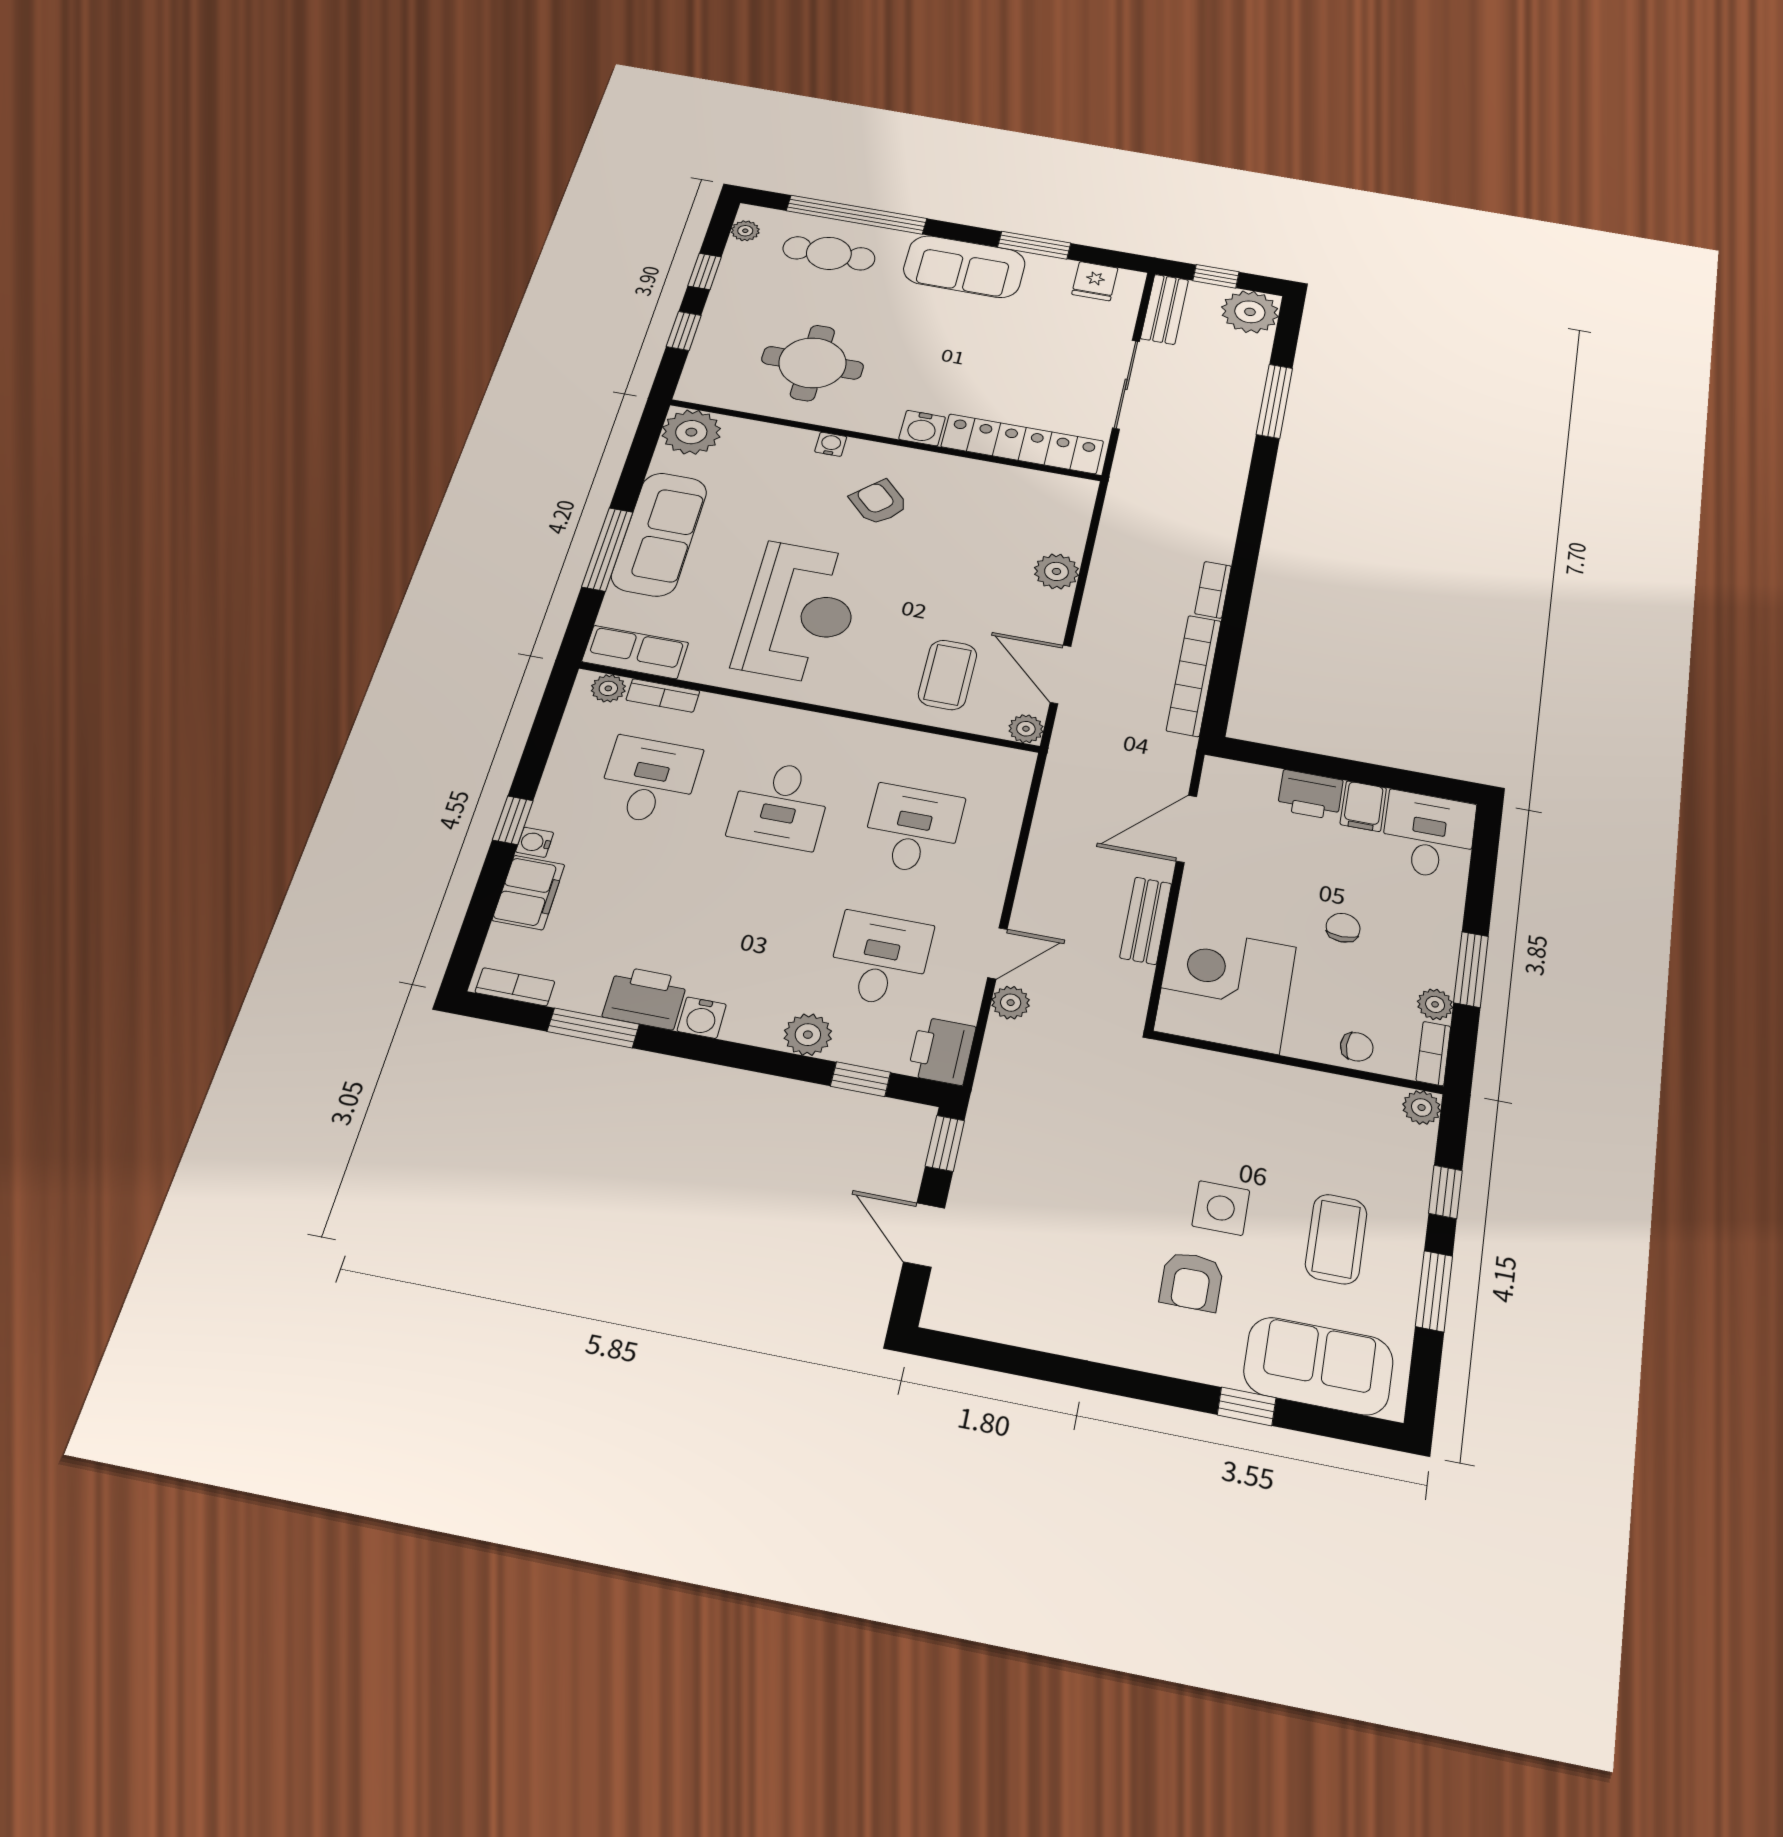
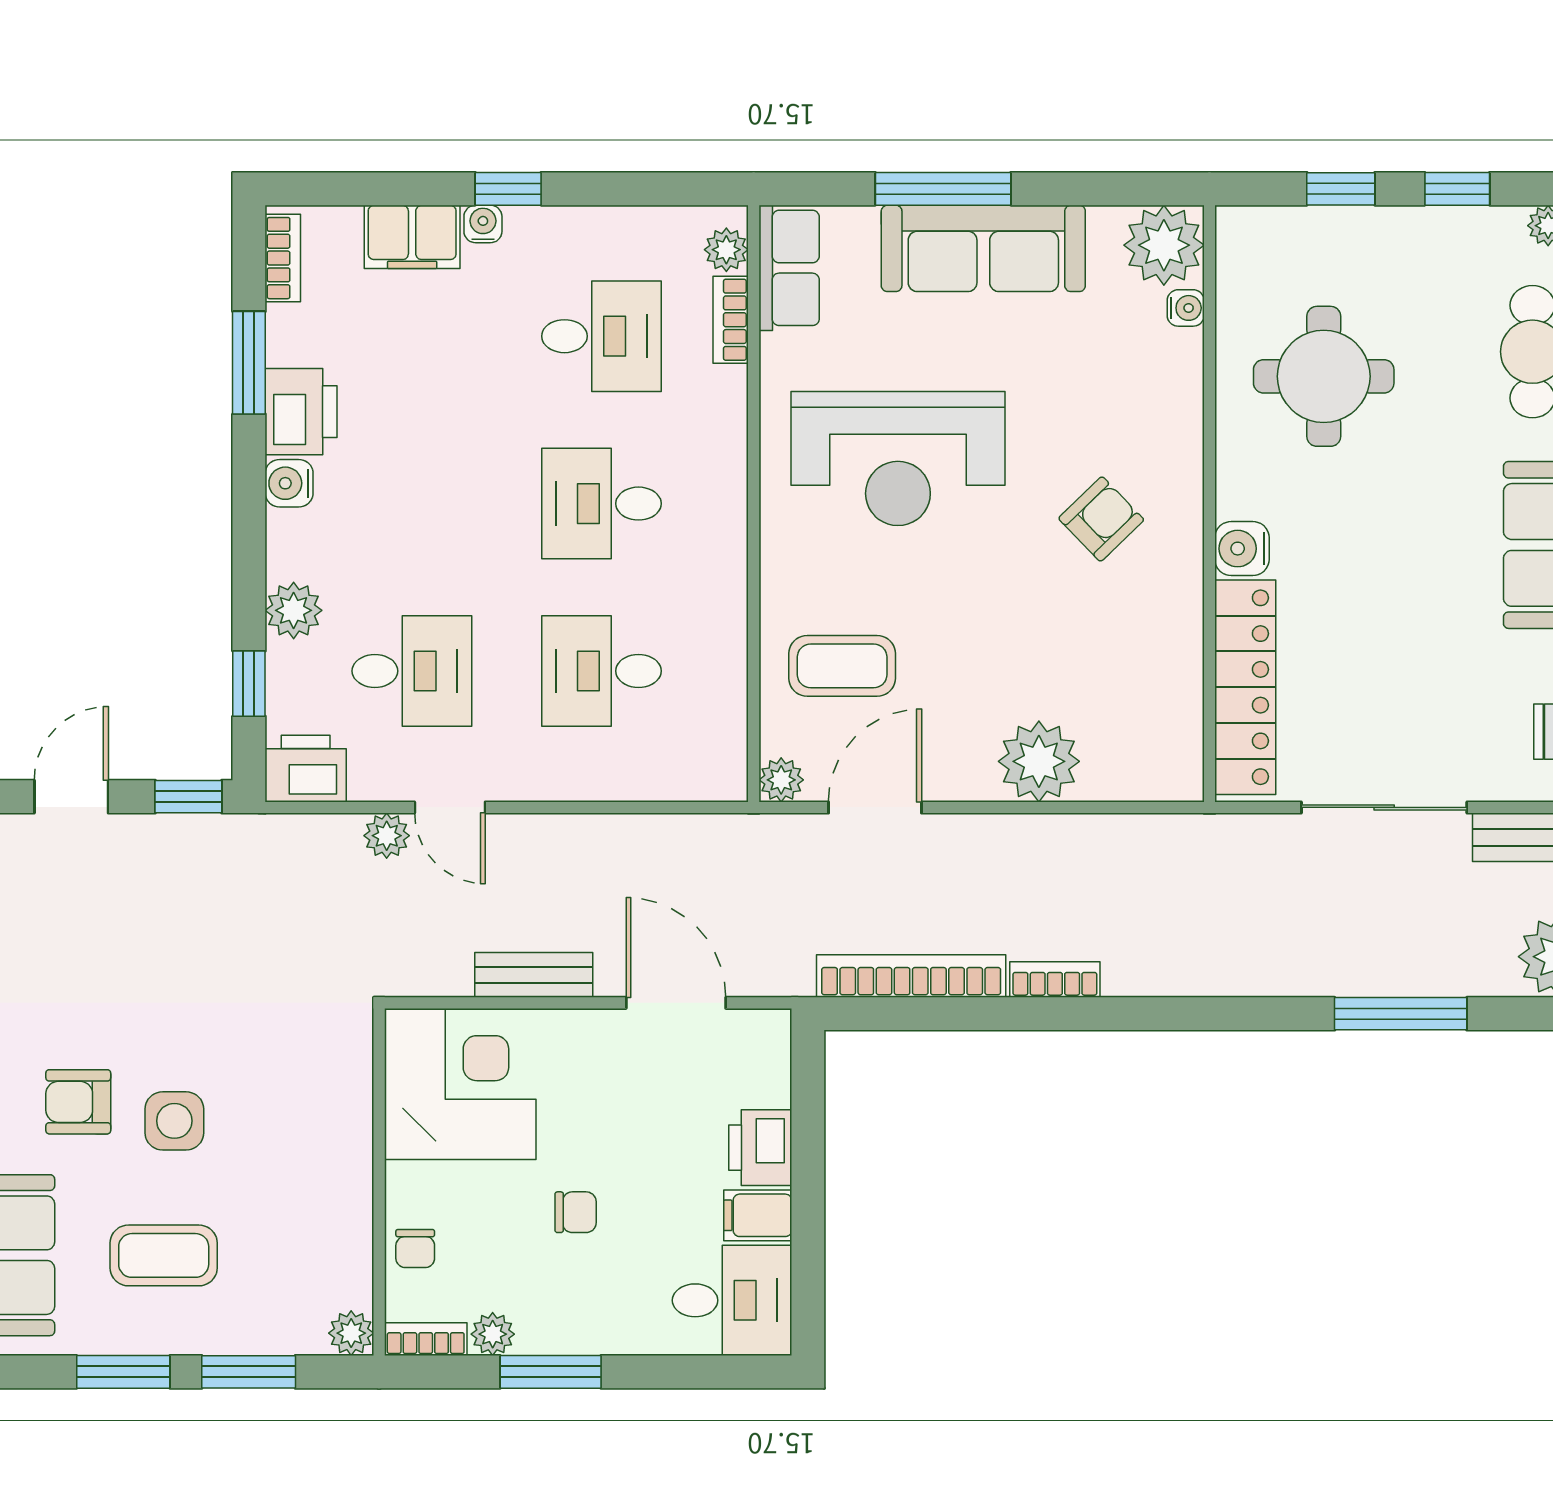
water cooler: (831, 444) -> (1186, 308), moved
plant: (1056, 571) -> (1039, 761), width x1.36, depth x1.36
desk: (913, 829) -> (601, 671), turned 180
window: (1445, 1192) -> (249, 1372), width x1.50

